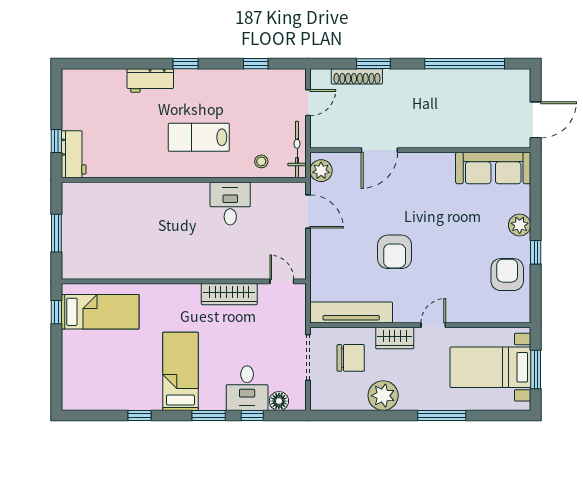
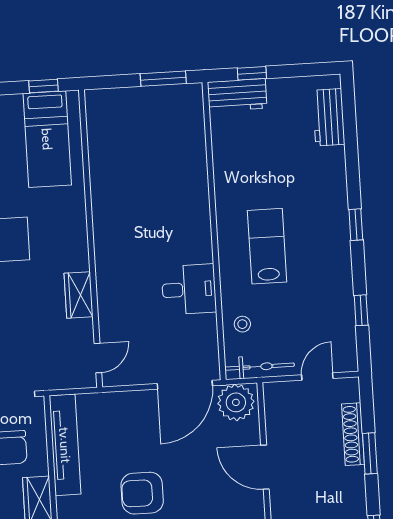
workbench: (150, 80) -> (329, 117), moved
door: (308, 103) -> (317, 377), swing flipped
plant: (321, 171) -> (236, 402), width x1.36, depth x1.36
door: (308, 212) -> (185, 385), width x1.36
window: (56, 233) -> (163, 79), moved
wardrobe: (229, 294) -> (78, 295), width x0.67

